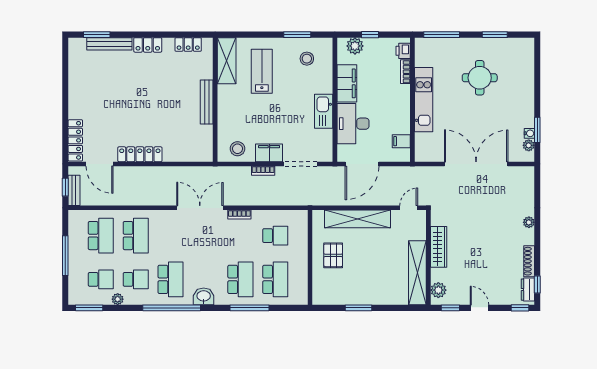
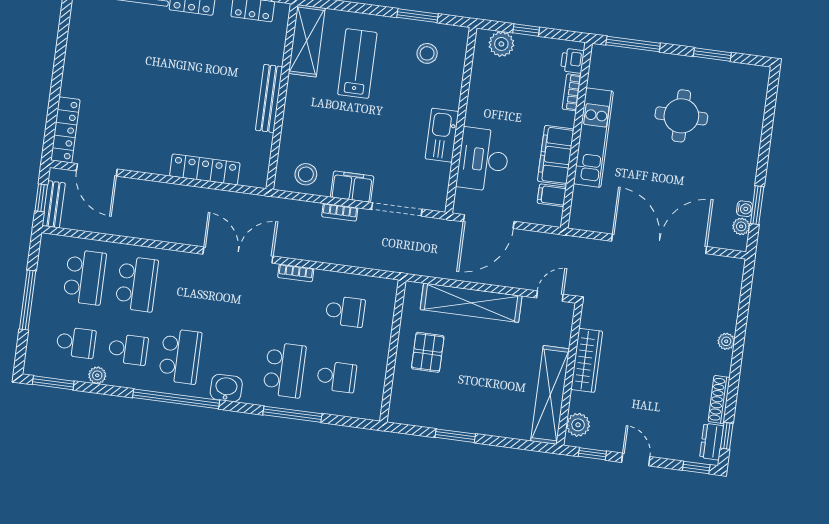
filing cabinet: (347, 83) -> (556, 155), moved, turned 180
locker: (140, 154) -> (205, 169), moved
school desk: (275, 279) -> (337, 377), width x0.54

